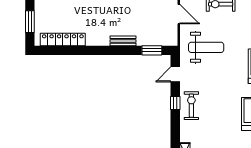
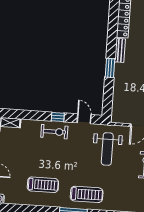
bench: (123, 41) -> (120, 50), moved
window: (152, 50) -> (110, 68), moved

